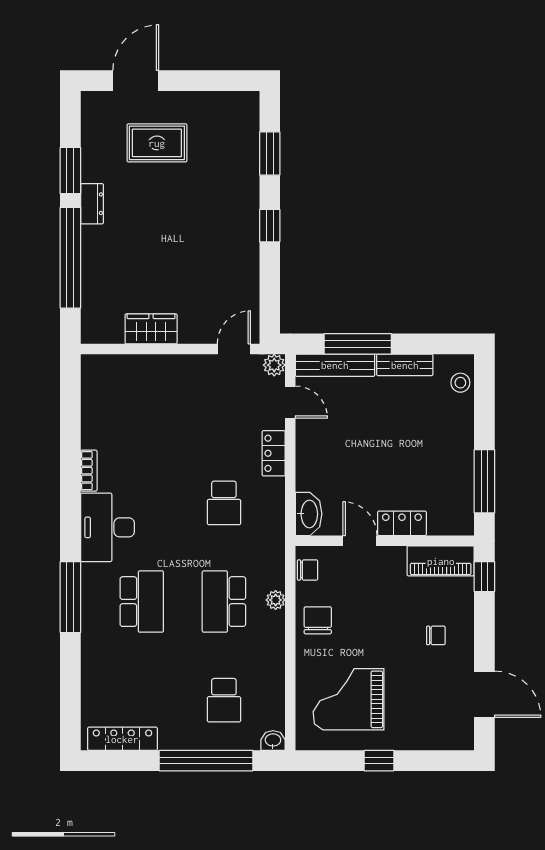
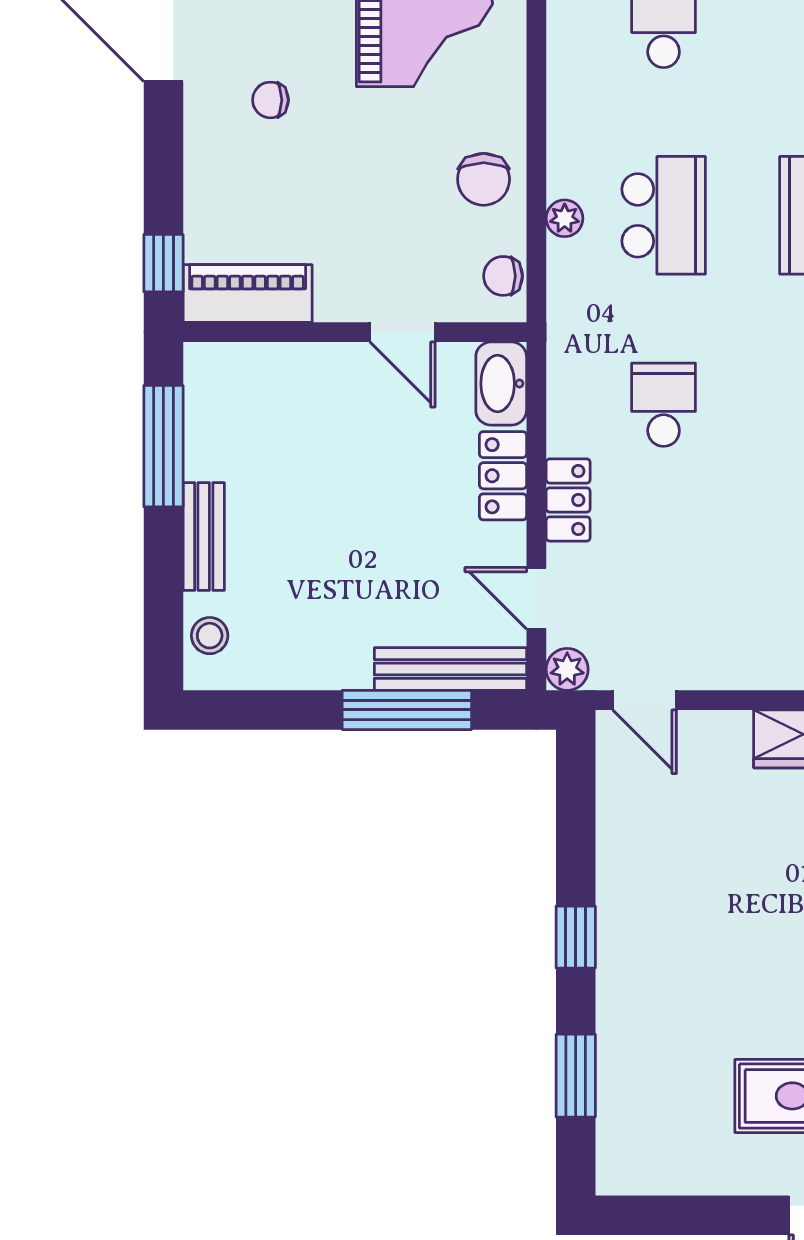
door: (234, 349) -> (645, 700), hinge flipped
bench: (405, 365) -> (204, 537), moved, turned 90
locker: (402, 523) -> (503, 476), moved, turned 90
chair: (436, 635) -> (270, 100), moved

